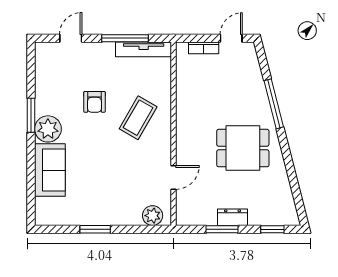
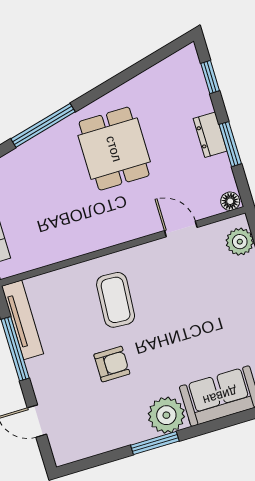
coffee table: (138, 118) -> (116, 300), turned 64
floor lamp: (182, 217) -> (230, 201), added

